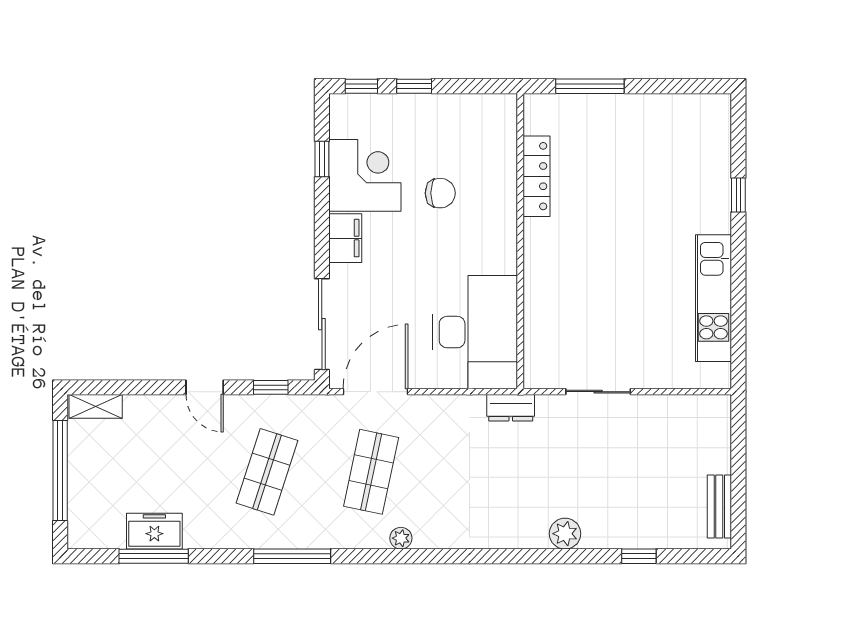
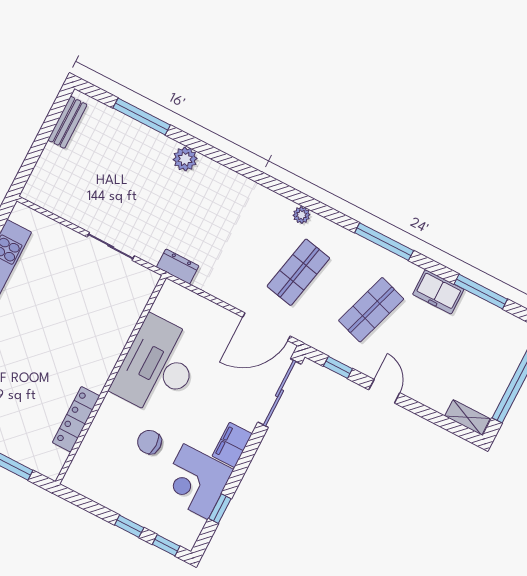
desk: (475, 332) -> (158, 366), moved
freezer: (154, 531) -> (438, 292), moved
window: (639, 556) -> (142, 117), width x2.17

